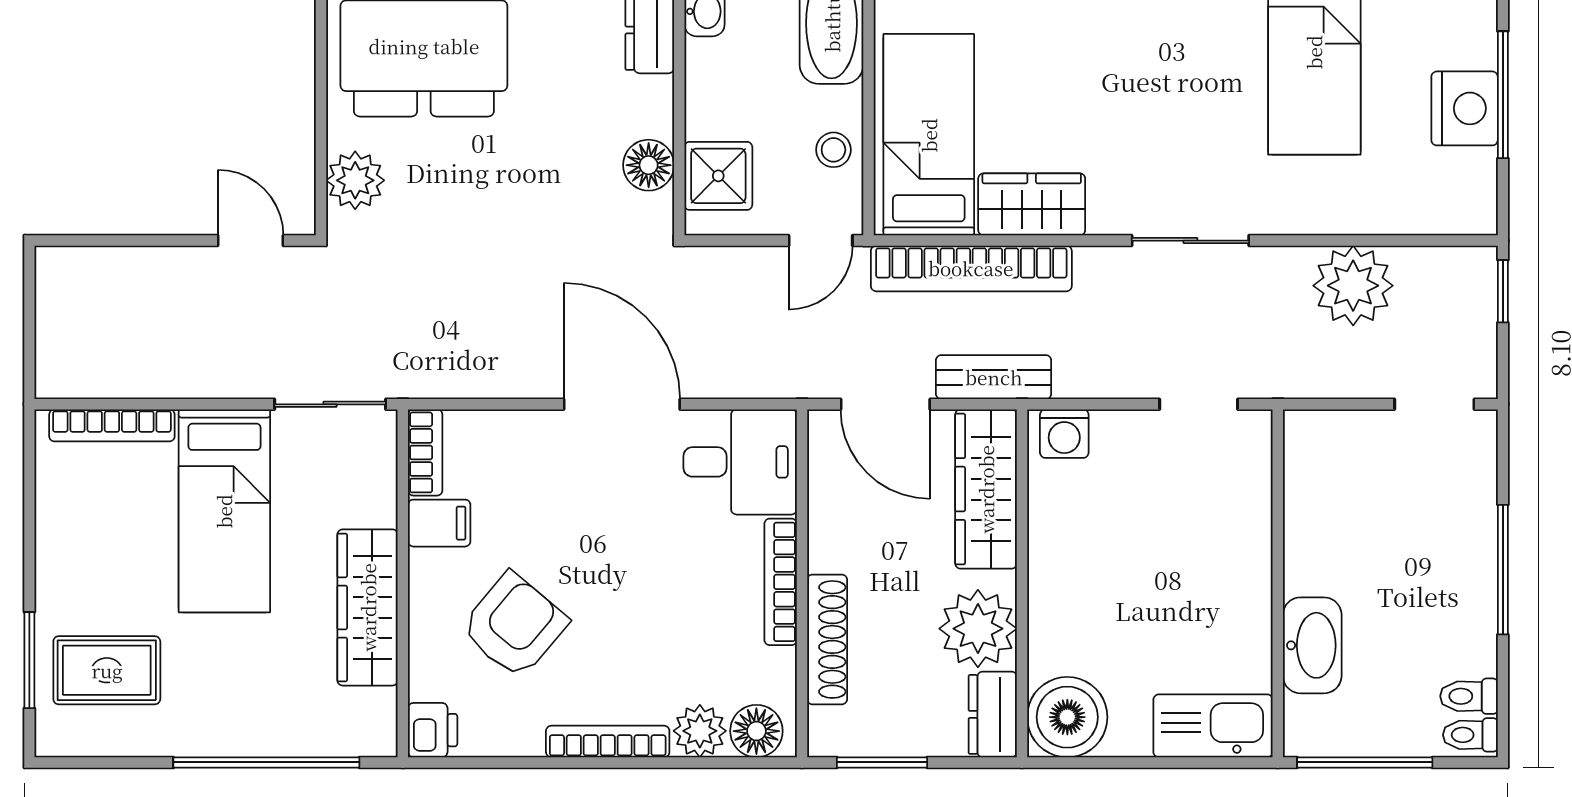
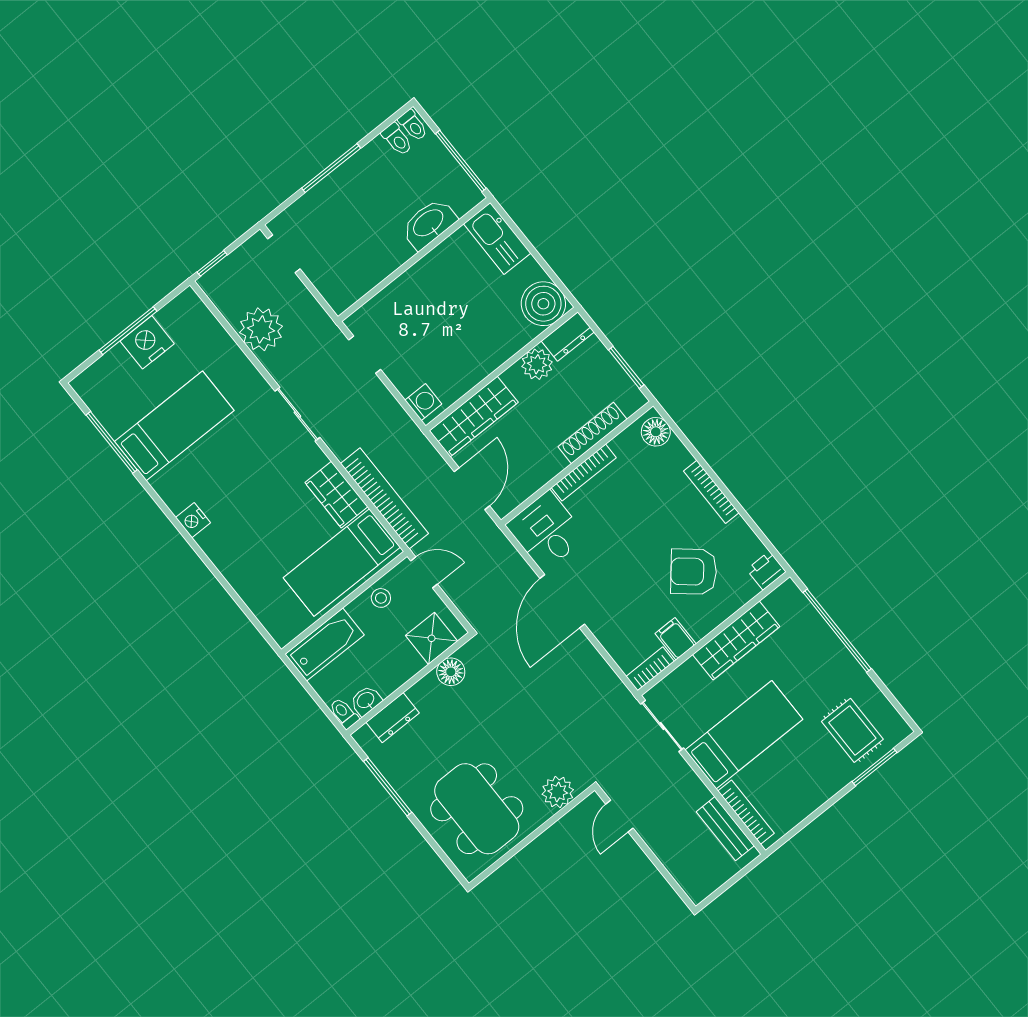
bench: (994, 377) -> (725, 829), moved
plant: (978, 629) -> (537, 364), width x0.73, depth x0.73
plant: (700, 731) -> (675, 456), removed

